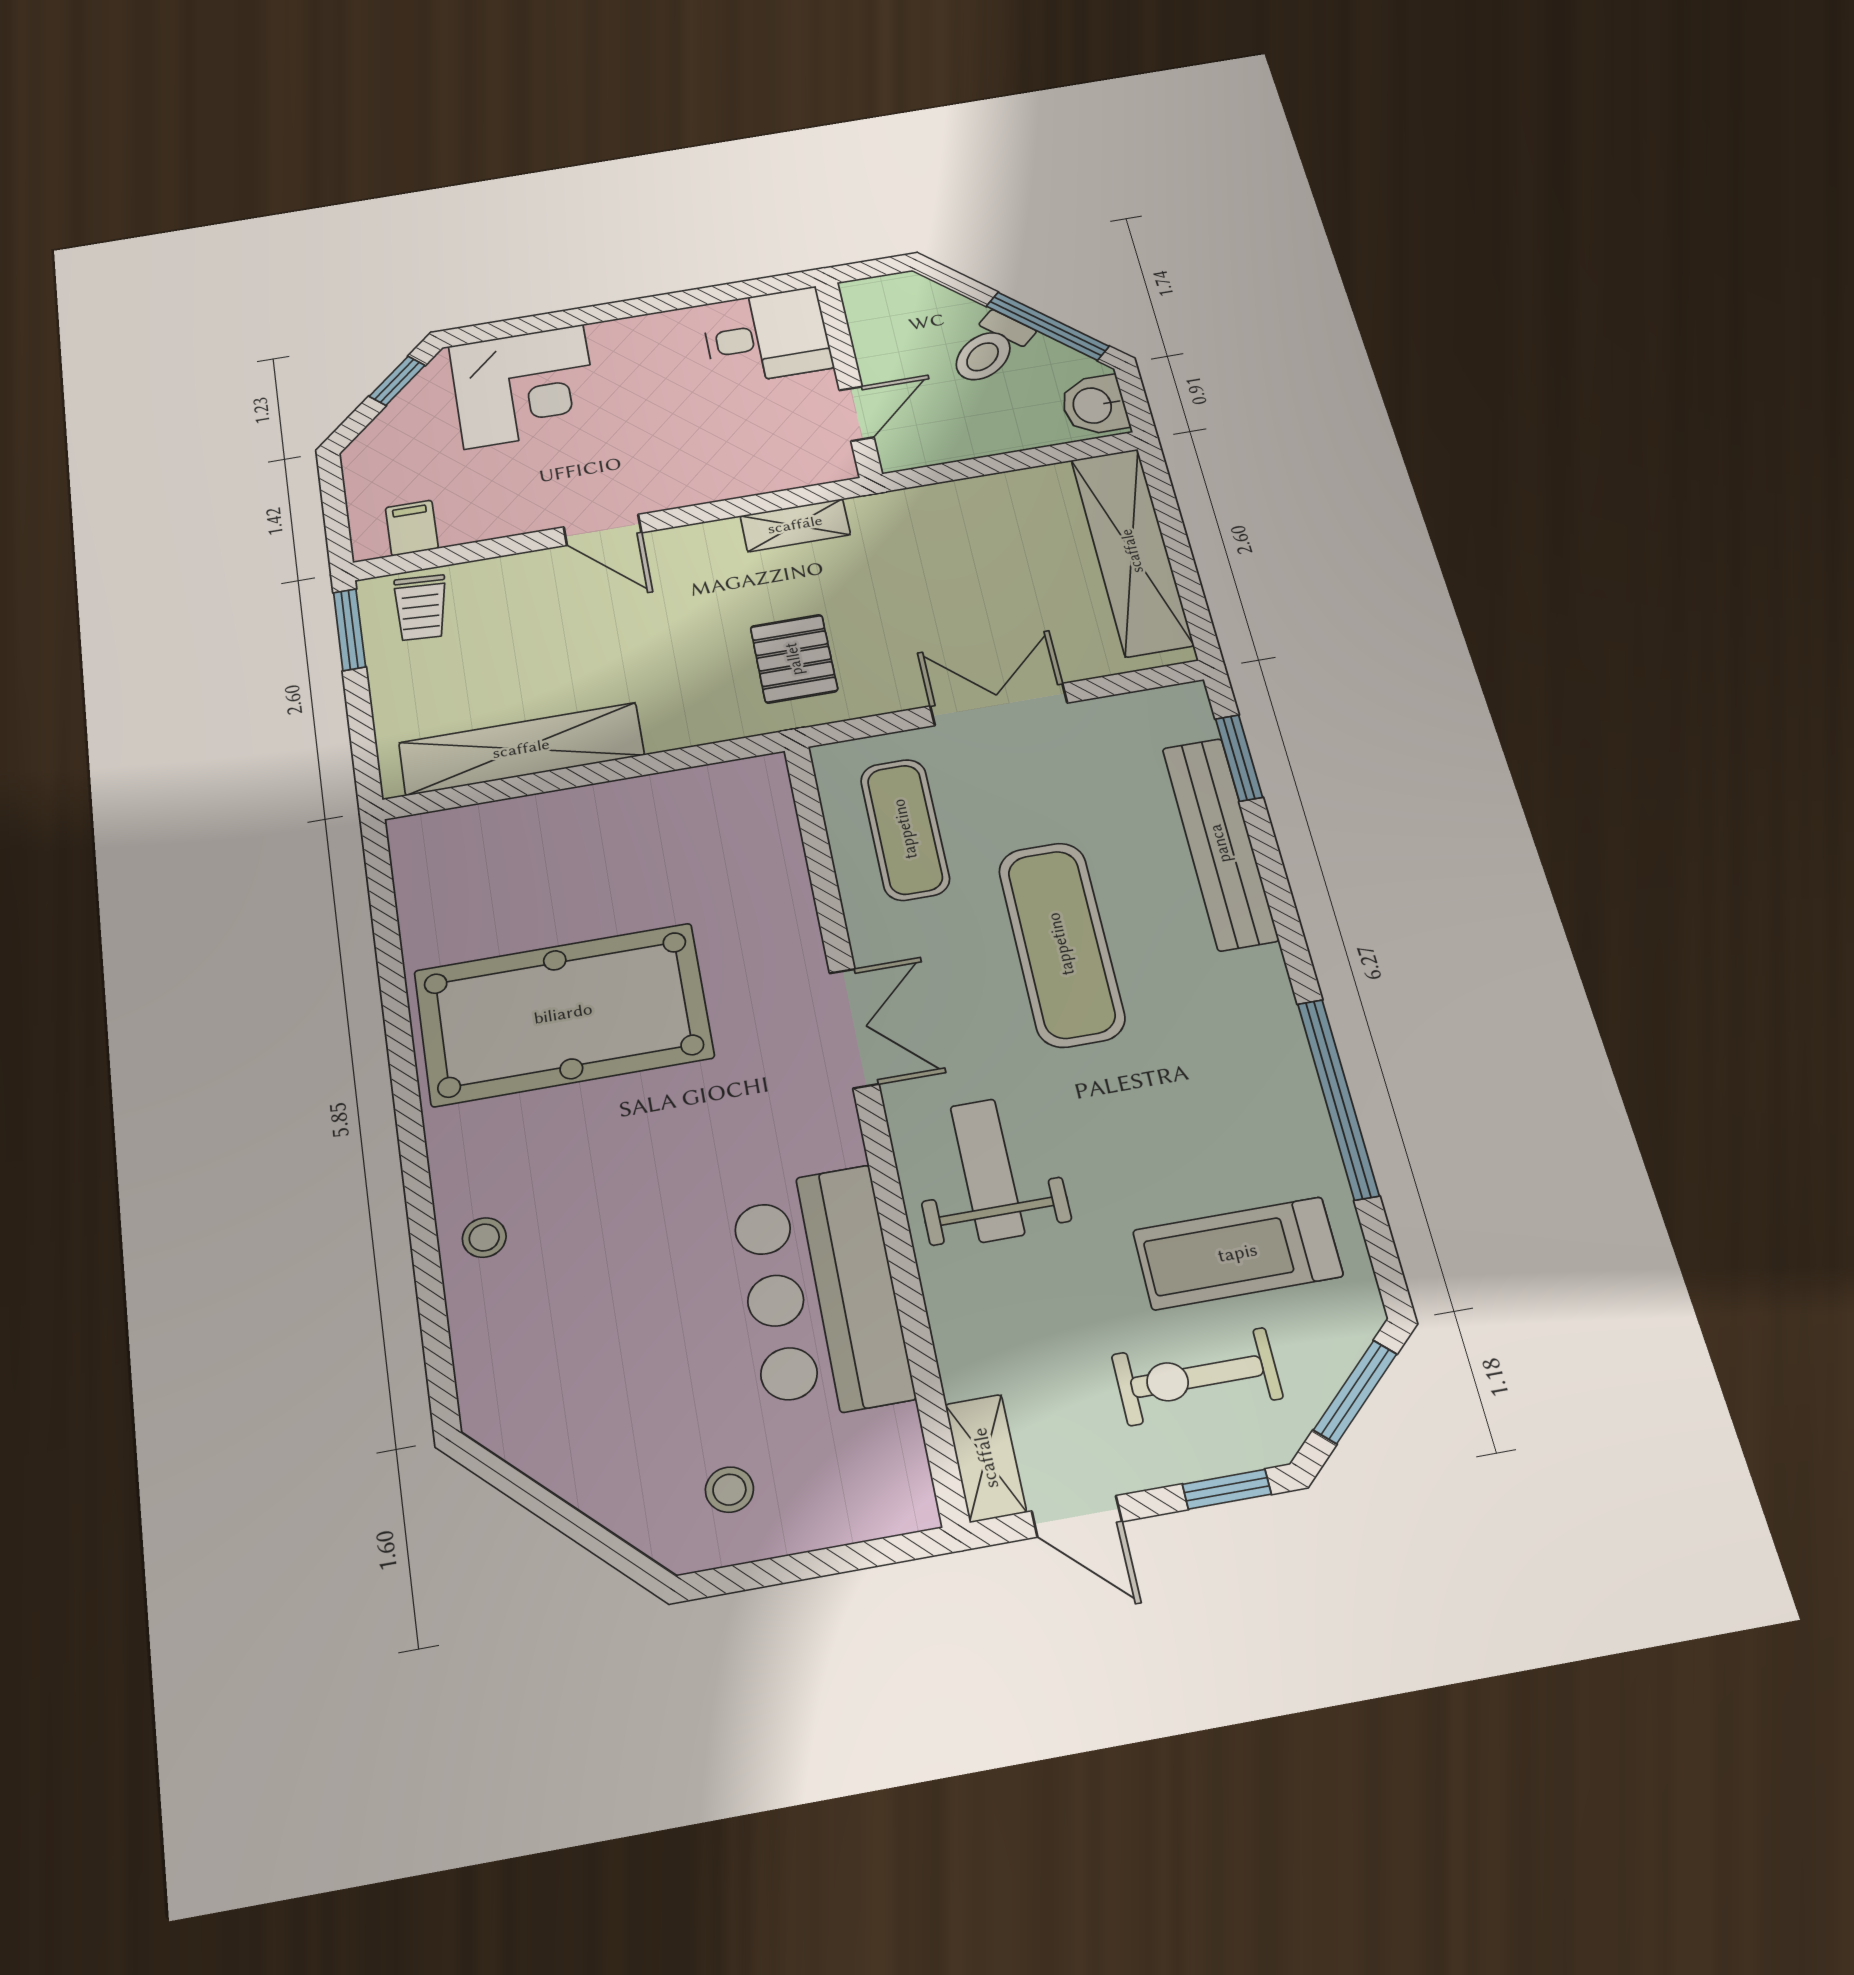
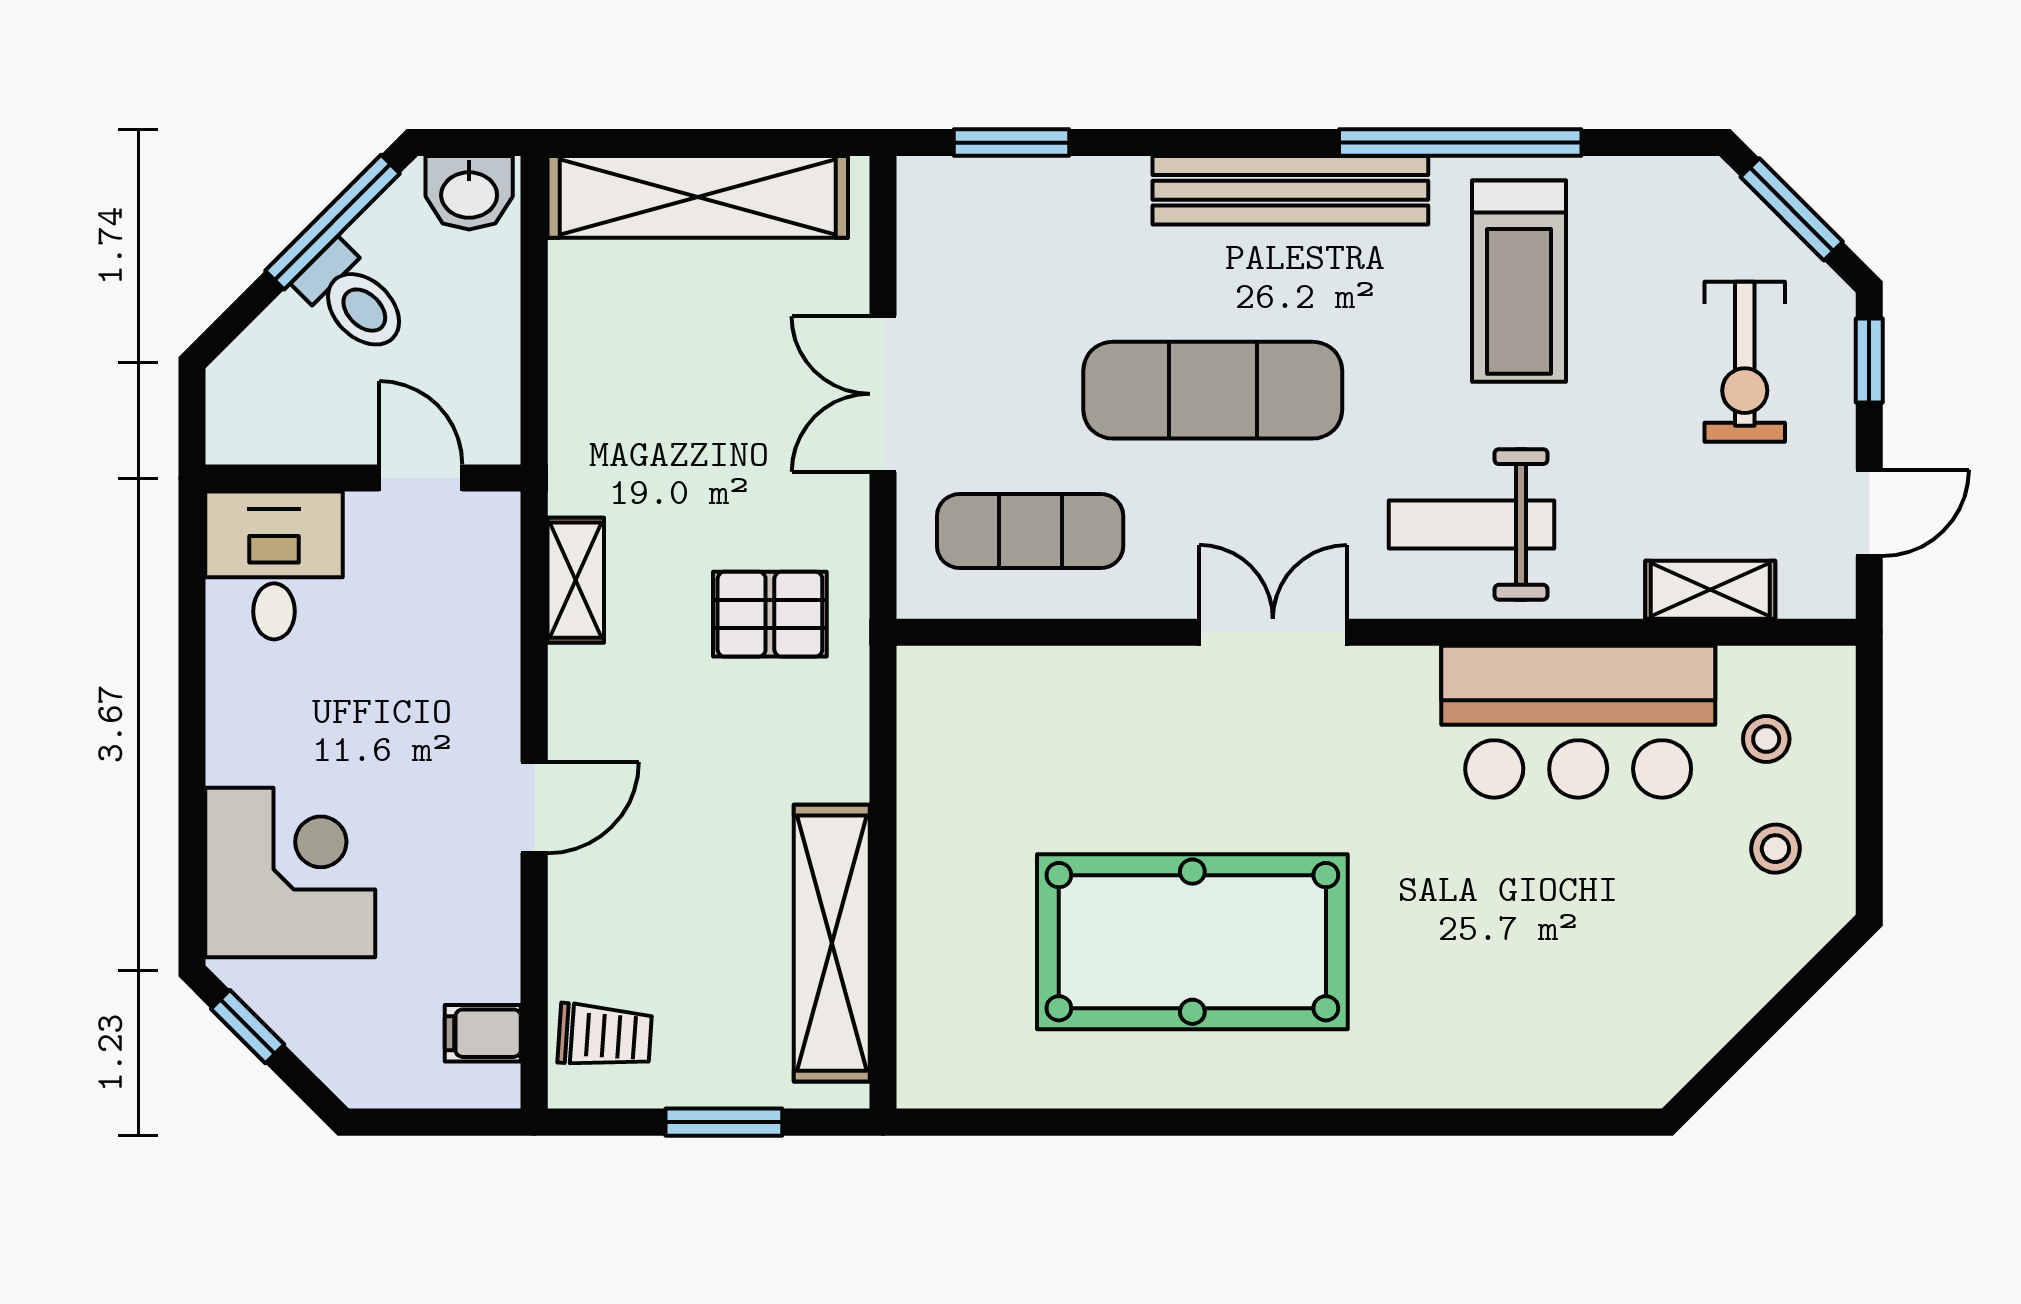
window: (349, 630) -> (724, 1122), moved
bench: (1220, 843) -> (1290, 190), moved
pool table: (563, 1014) -> (1192, 942), turned 90
stool: (484, 1238) -> (1766, 739), moved
treadmill: (1238, 1253) -> (1519, 281), moved
shelving: (986, 1458) -> (1710, 590), moved

